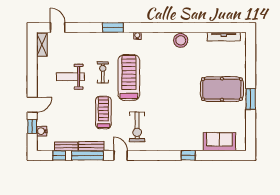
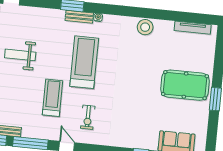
exercise bike: (103, 72) -> (56, 54), removed
exercise bike: (137, 127) -> (88, 117), width x0.73, depth x0.72
bench: (91, 146) -> (79, 17), moved

